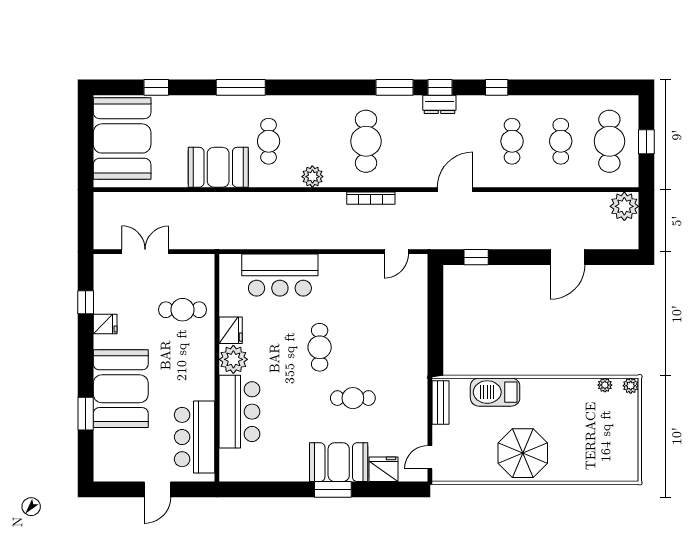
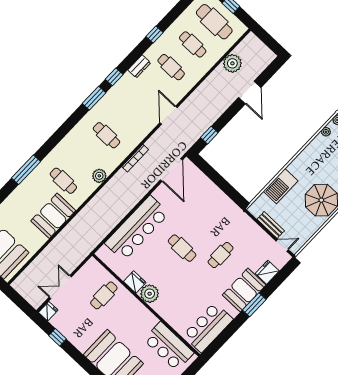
window: (497, 87) -> (154, 34), moved
dresser: (439, 104) -> (139, 66), moved
cafe table: (366, 141) -> (106, 135), width x0.73, depth x0.74
plant: (624, 206) -> (232, 63), moved
door: (396, 252) -> (171, 170), width x1.87
bar counter: (280, 275) -> (137, 228), width x1.36
fridge: (105, 324) -> (48, 311), moved
bench: (440, 403) -> (271, 225), moved
bar counter: (239, 412) -> (208, 327), moved, turned -90
door: (430, 457) -> (282, 245), swing flipped

